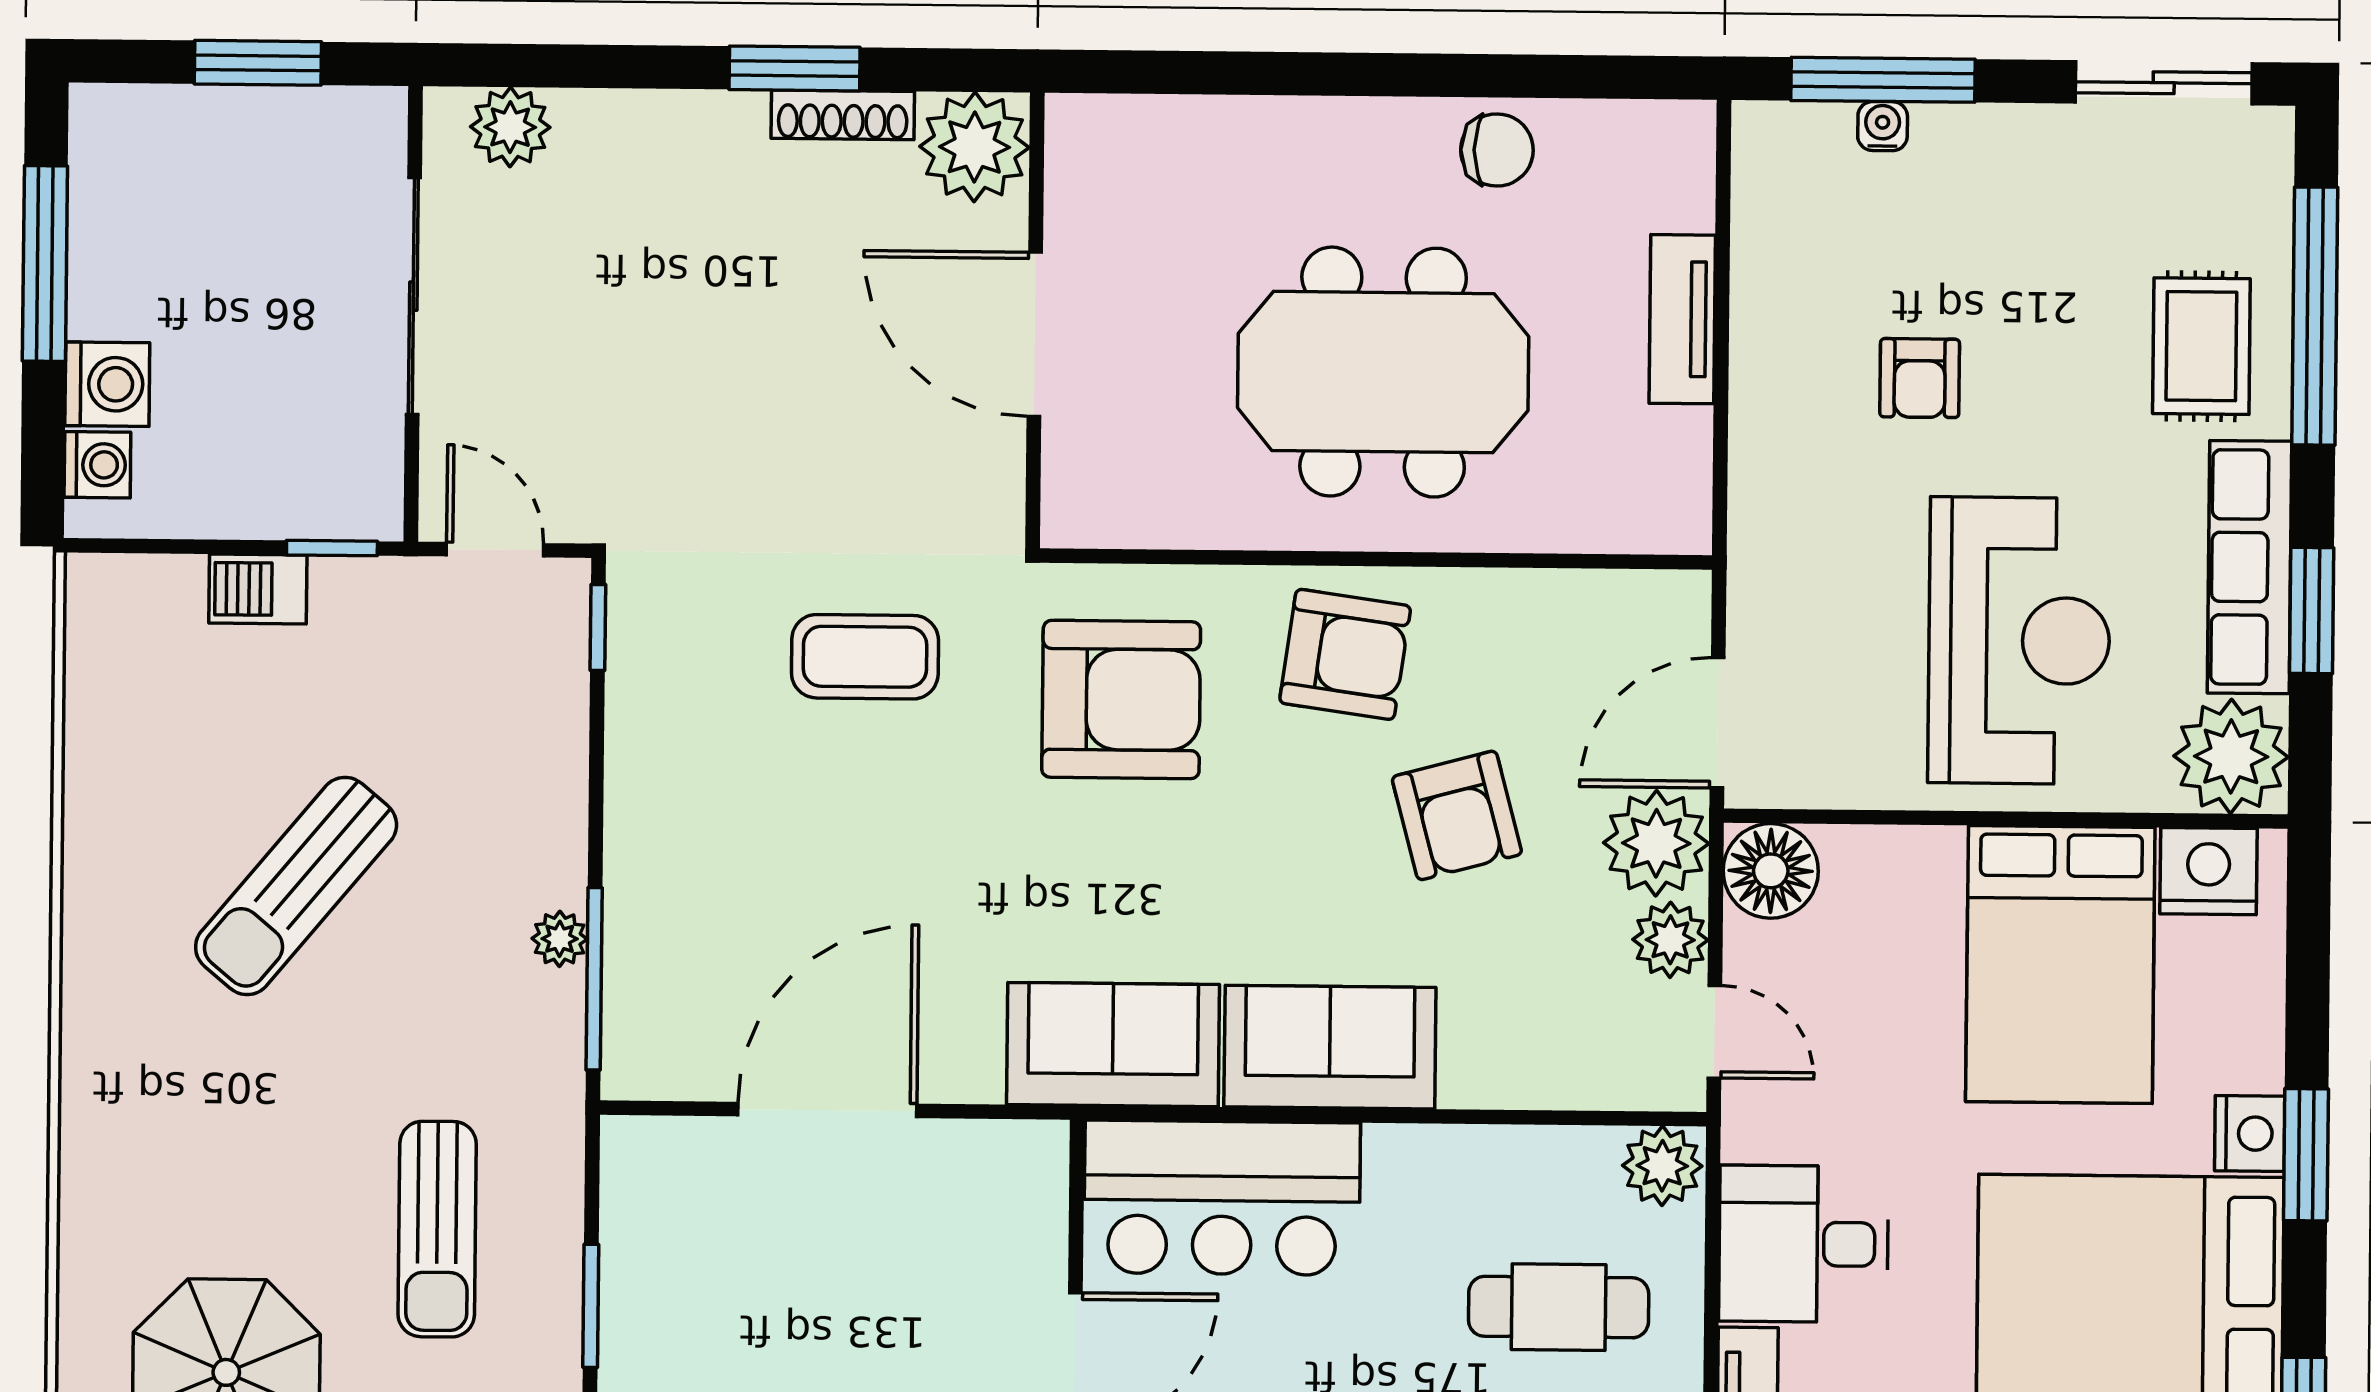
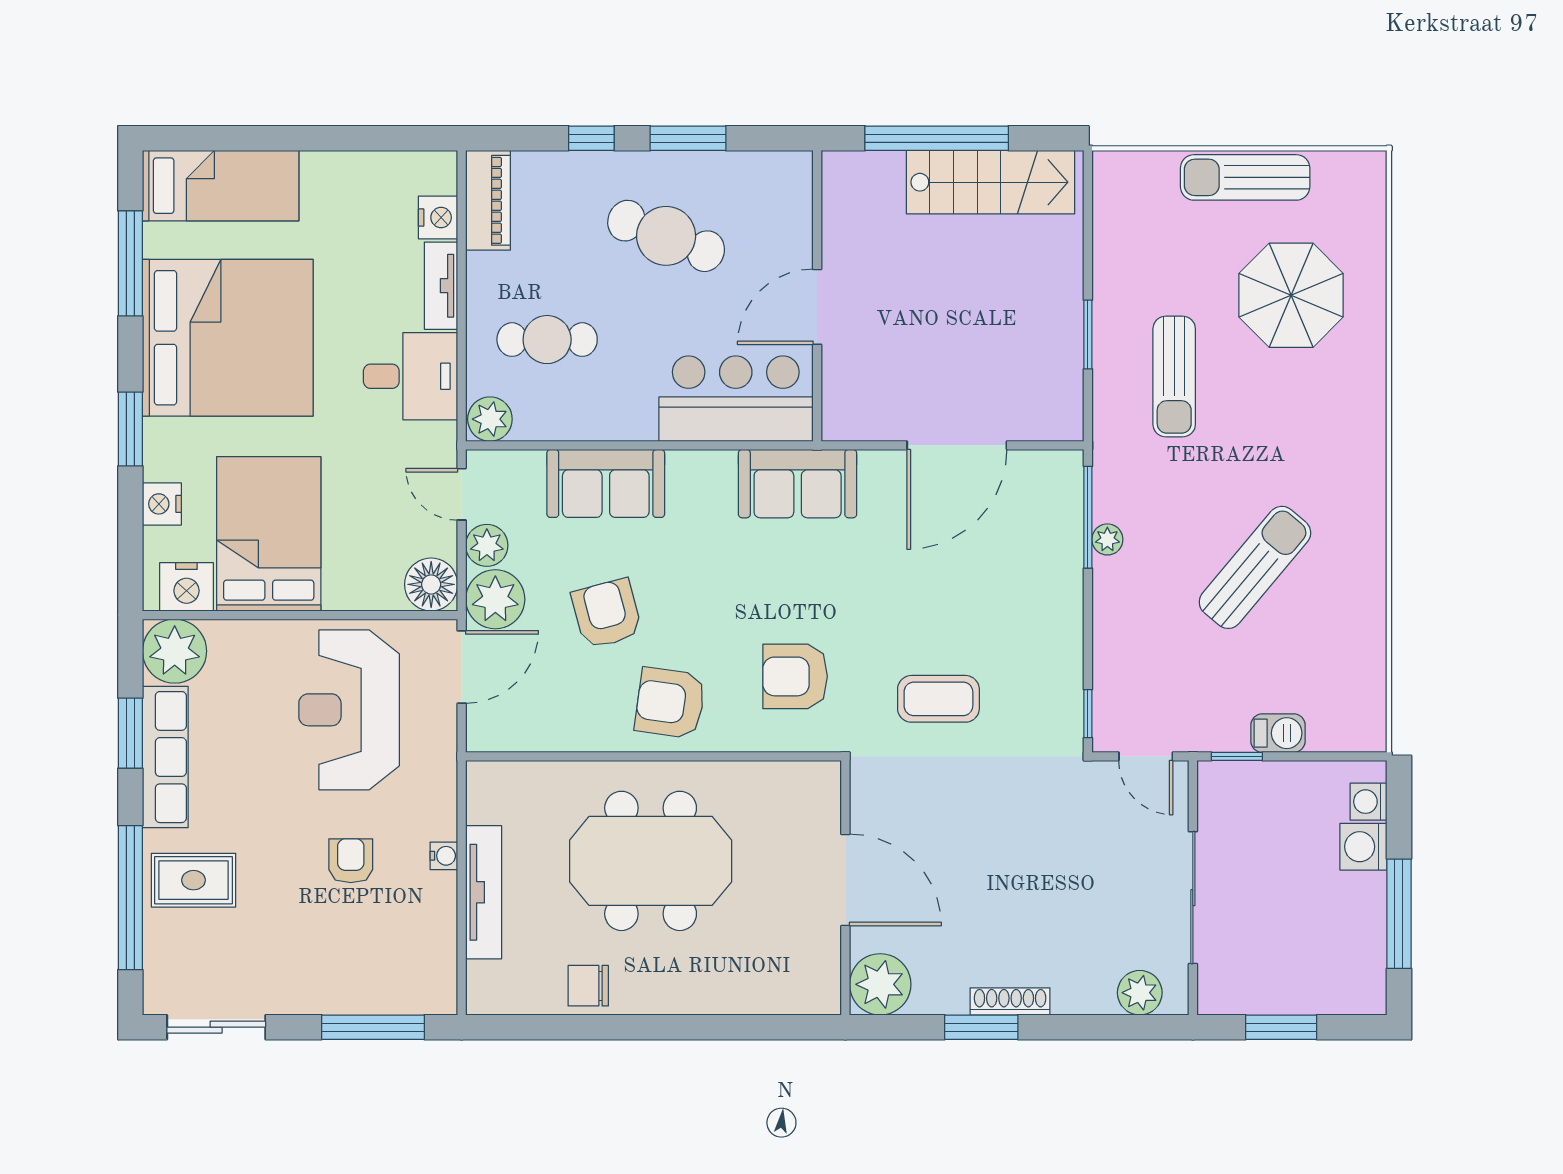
shoe rack: (843, 115) -> (1010, 1001), moved
water cooler: (1883, 126) -> (444, 856), moved, turned -90
tv unit: (1682, 319) -> (484, 892), width x1.41
rug: (2201, 346) -> (194, 880), turned 90
reception desk: (2019, 641) -> (349, 710), moved
armchair: (1121, 700) -> (795, 676), width x0.73, depth x0.73
sofa: (1330, 1047) -> (606, 483), moved
nightstand: (2250, 1134) -> (162, 504), moved
sun lounger: (437, 1229) -> (1174, 377), turned 180

